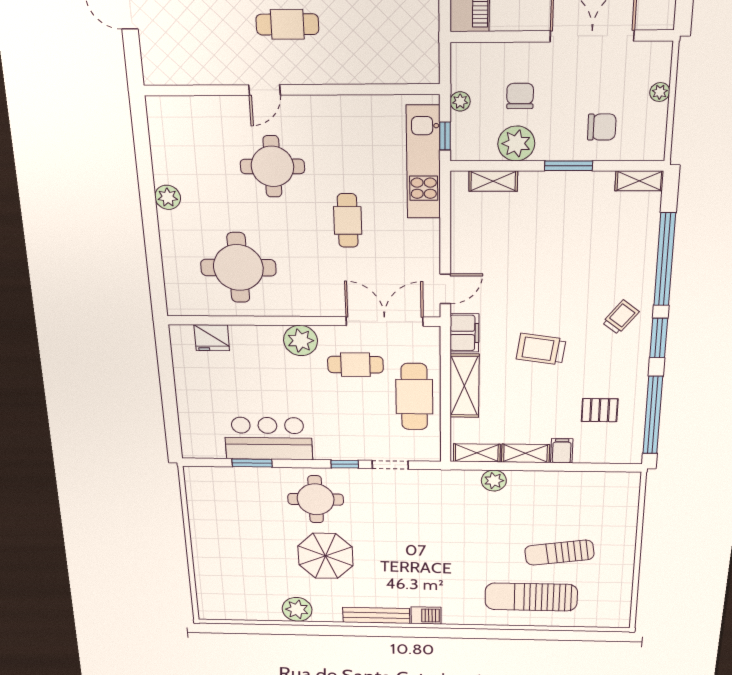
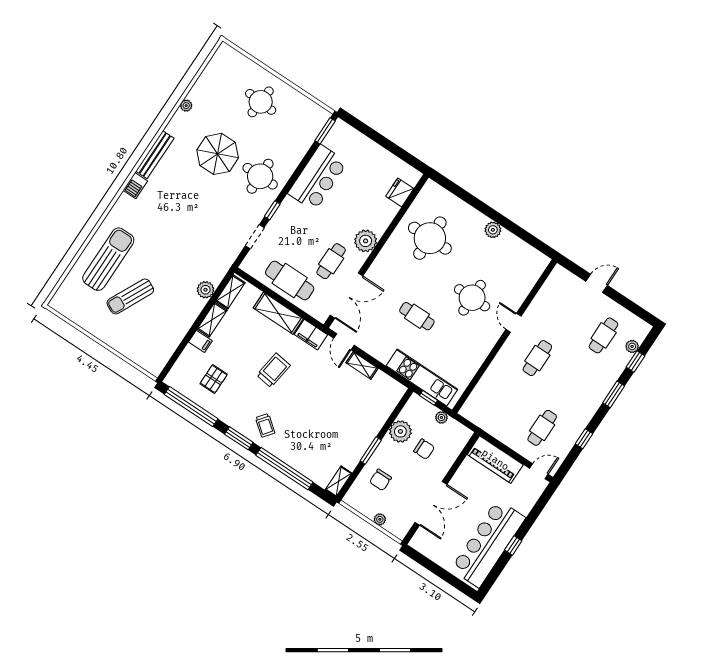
shelving: (493, 181) -> (362, 365), moved, turned 90
window: (252, 463) -> (325, 131), moved
round table: (232, 546) -> (261, 102), added
sun lounger: (559, 553) -> (130, 296), turned -146
plant: (297, 609) -> (186, 106), width x0.53, depth x0.53

